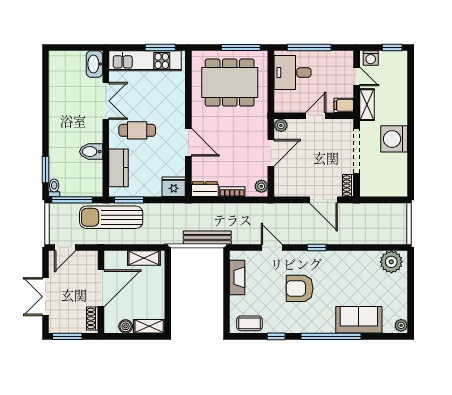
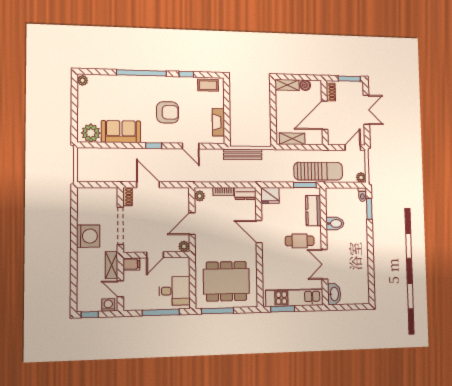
window: (72, 200) -> (348, 185), removed
plant: (55, 209) -> (361, 177), added
sofa: (359, 320) -> (121, 132), moved, turned 180

